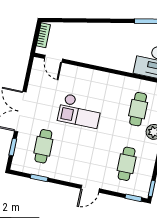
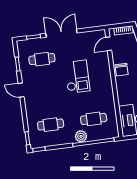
chair: (90, 54) -> (122, 70), added
checkout: (80, 111) -> (77, 77), turned 180
door: (90, 189) -> (21, 90), moved

